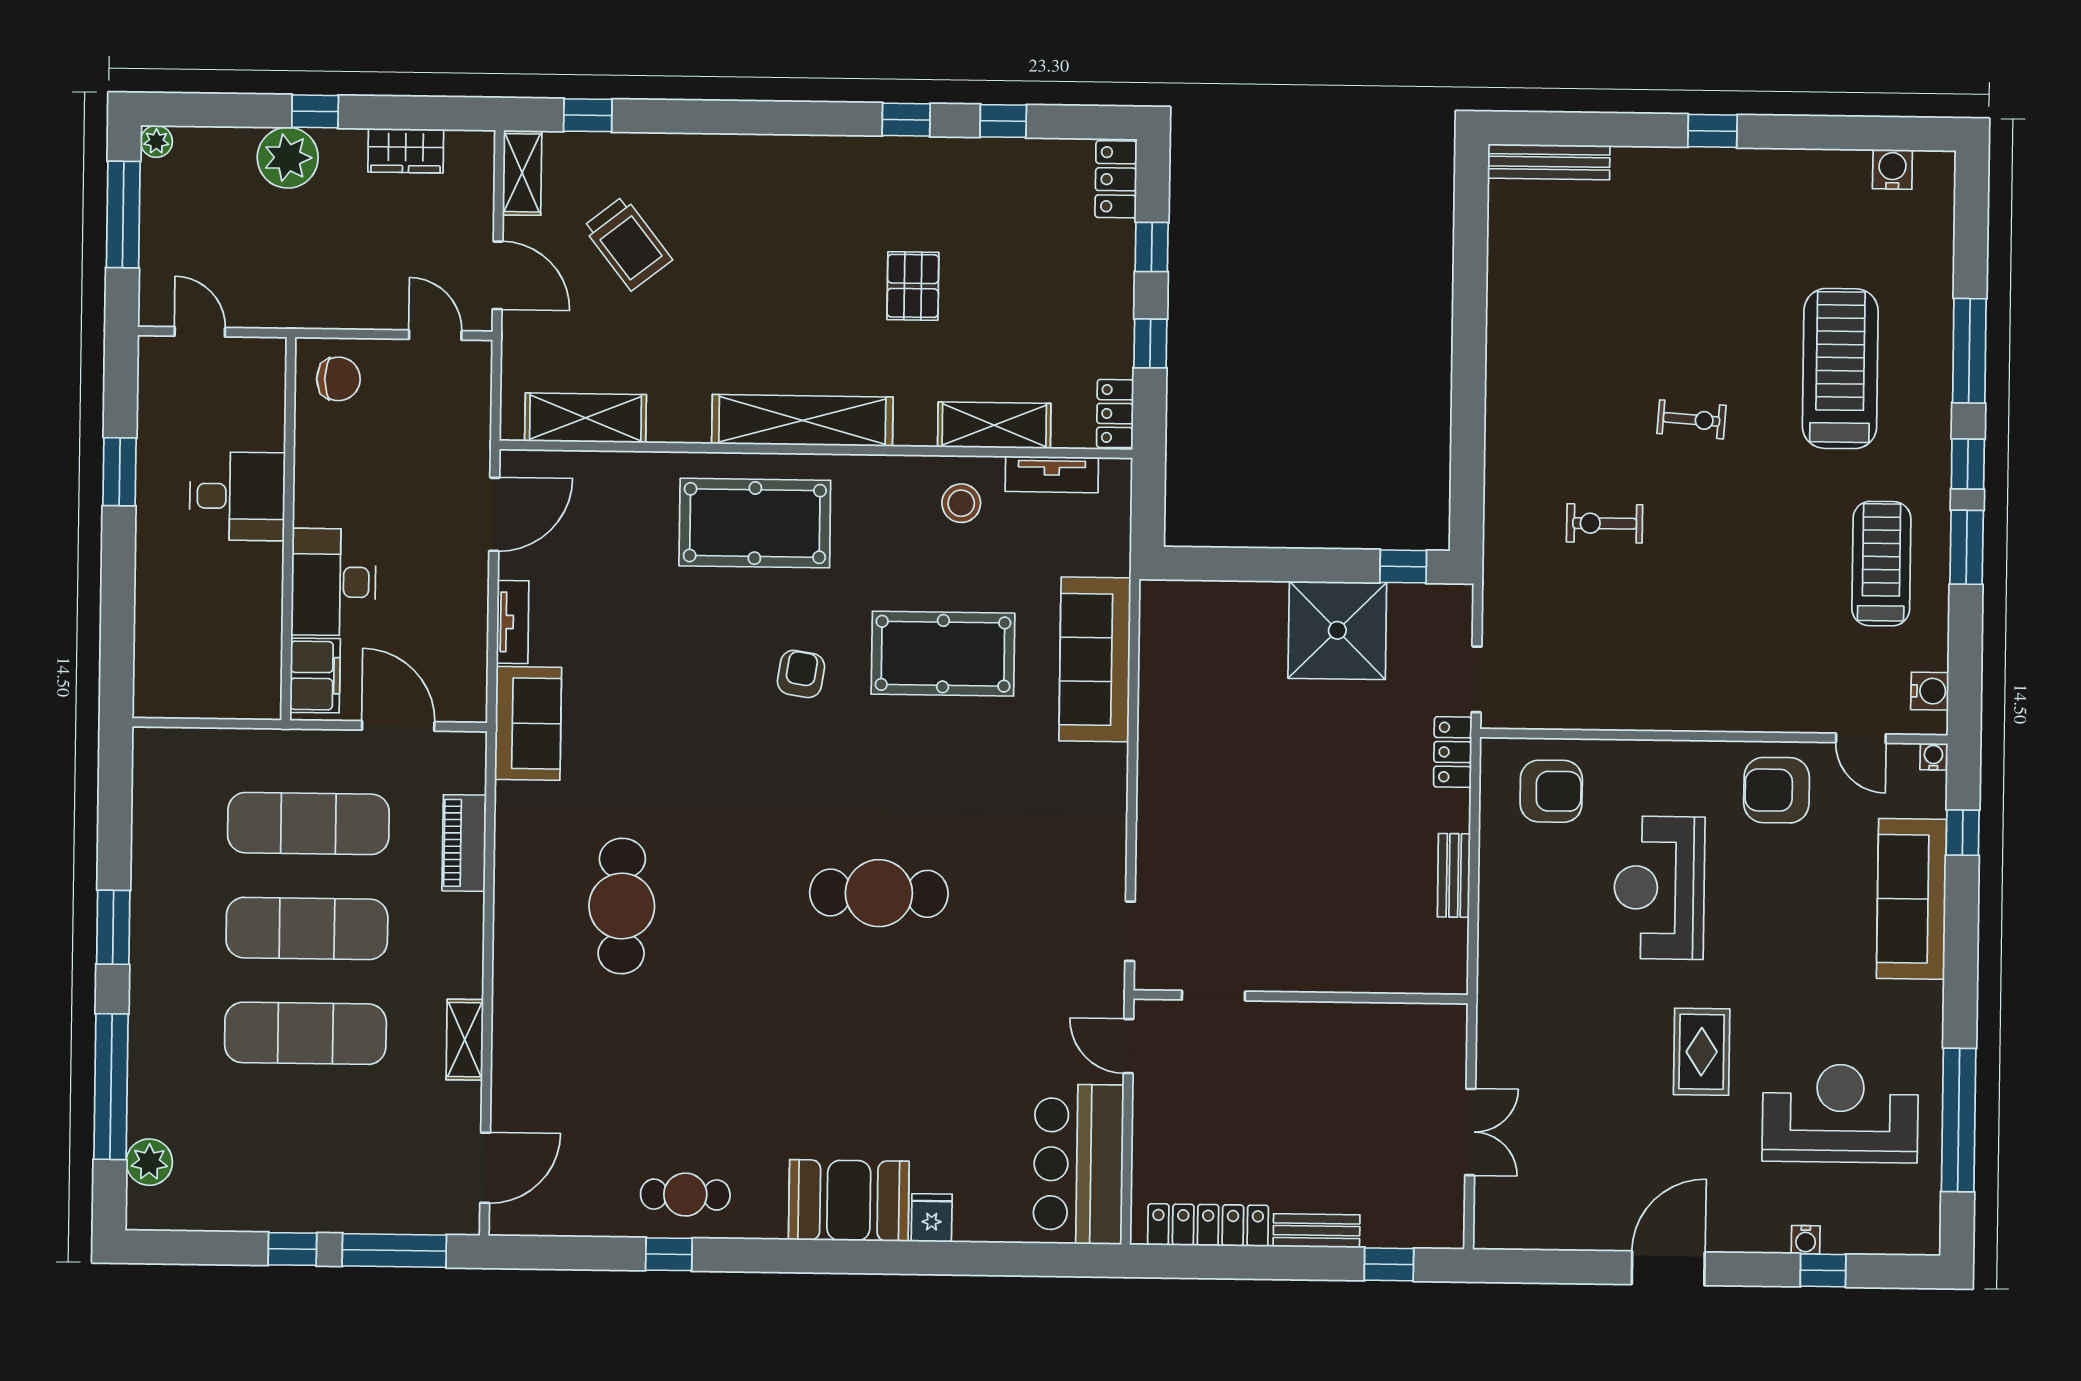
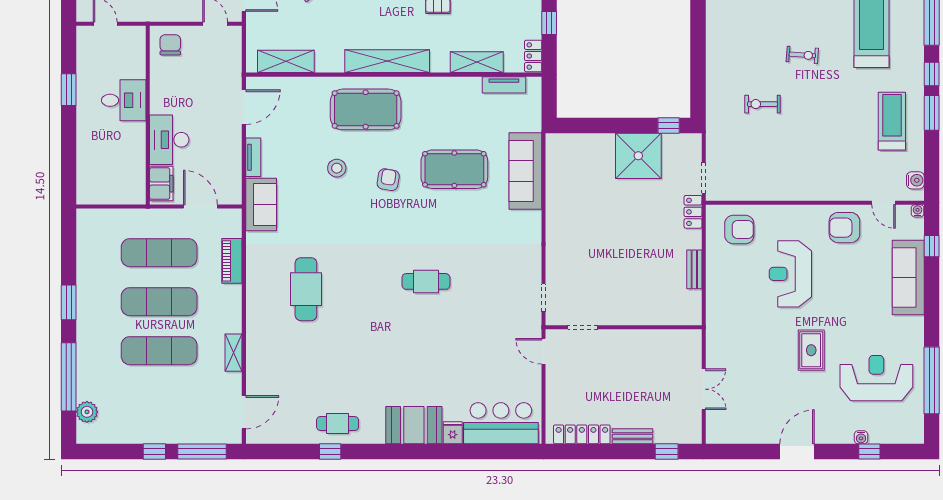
chair: (338, 379) -> (170, 45), turned -90
stool: (961, 503) -> (337, 168), moved
cafe table: (879, 893) -> (426, 281), width x0.73, depth x0.74
bar counter: (1078, 1164) -> (501, 423), moved, turned 90

